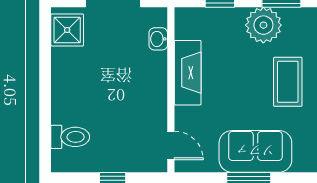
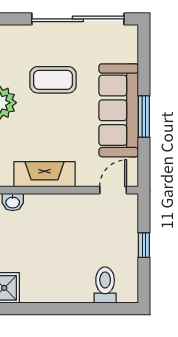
sofa: (255, 151) -> (119, 110), width x1.36

